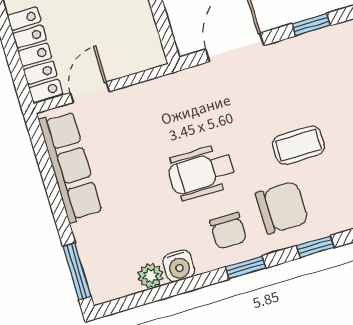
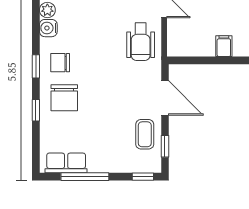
coffee table: (298, 145) -> (145, 134), moved
wheelchair: (201, 172) -> (141, 42), moved, turned 180

